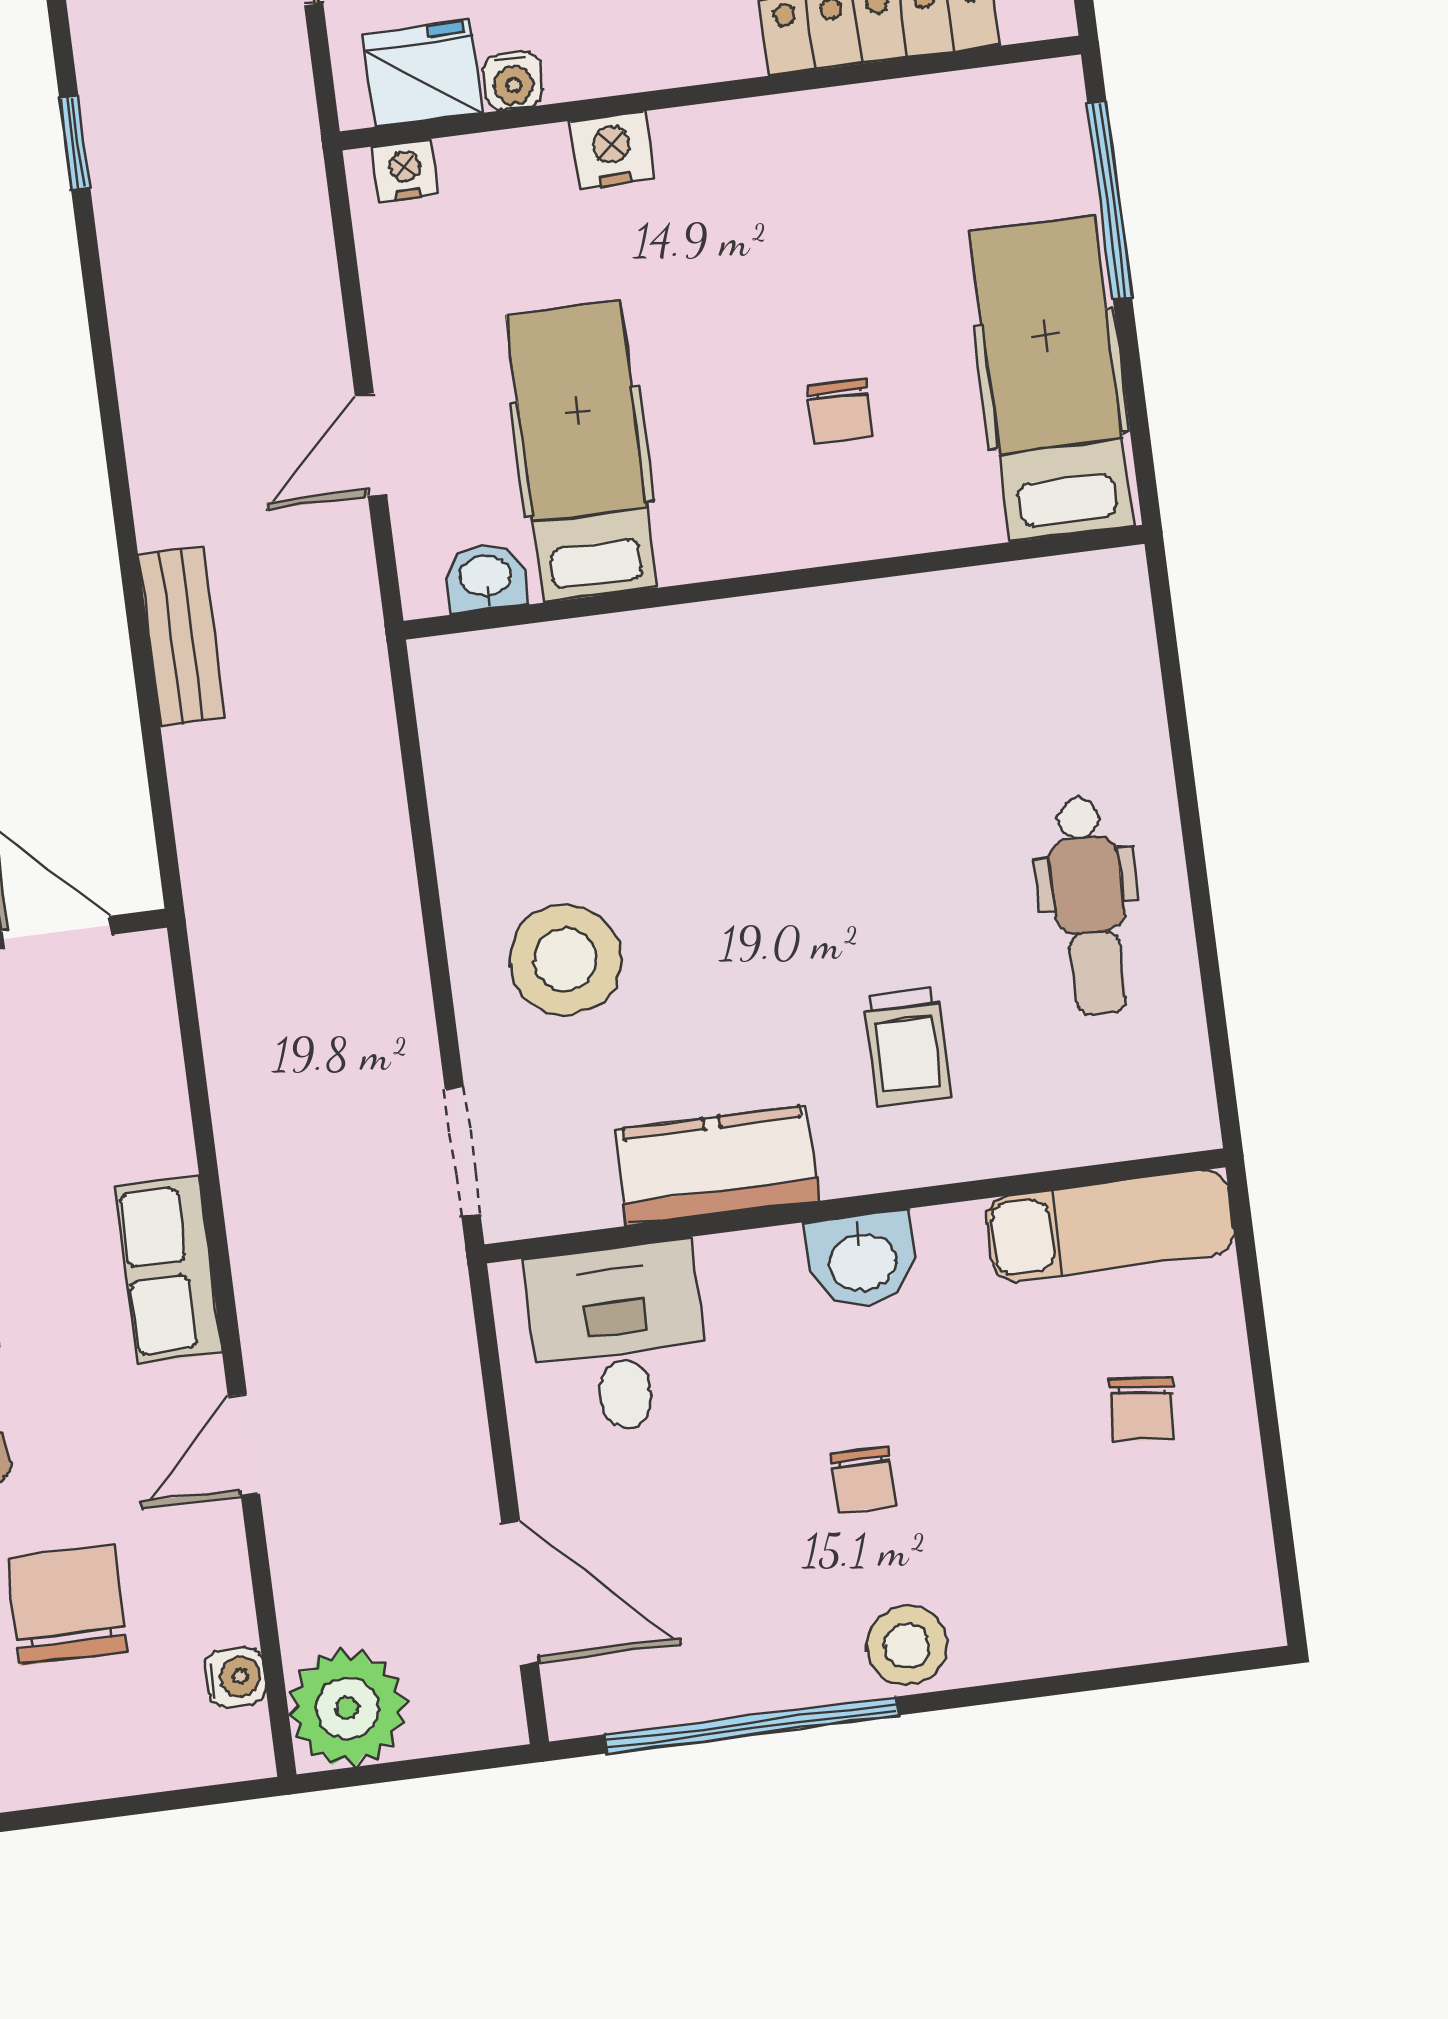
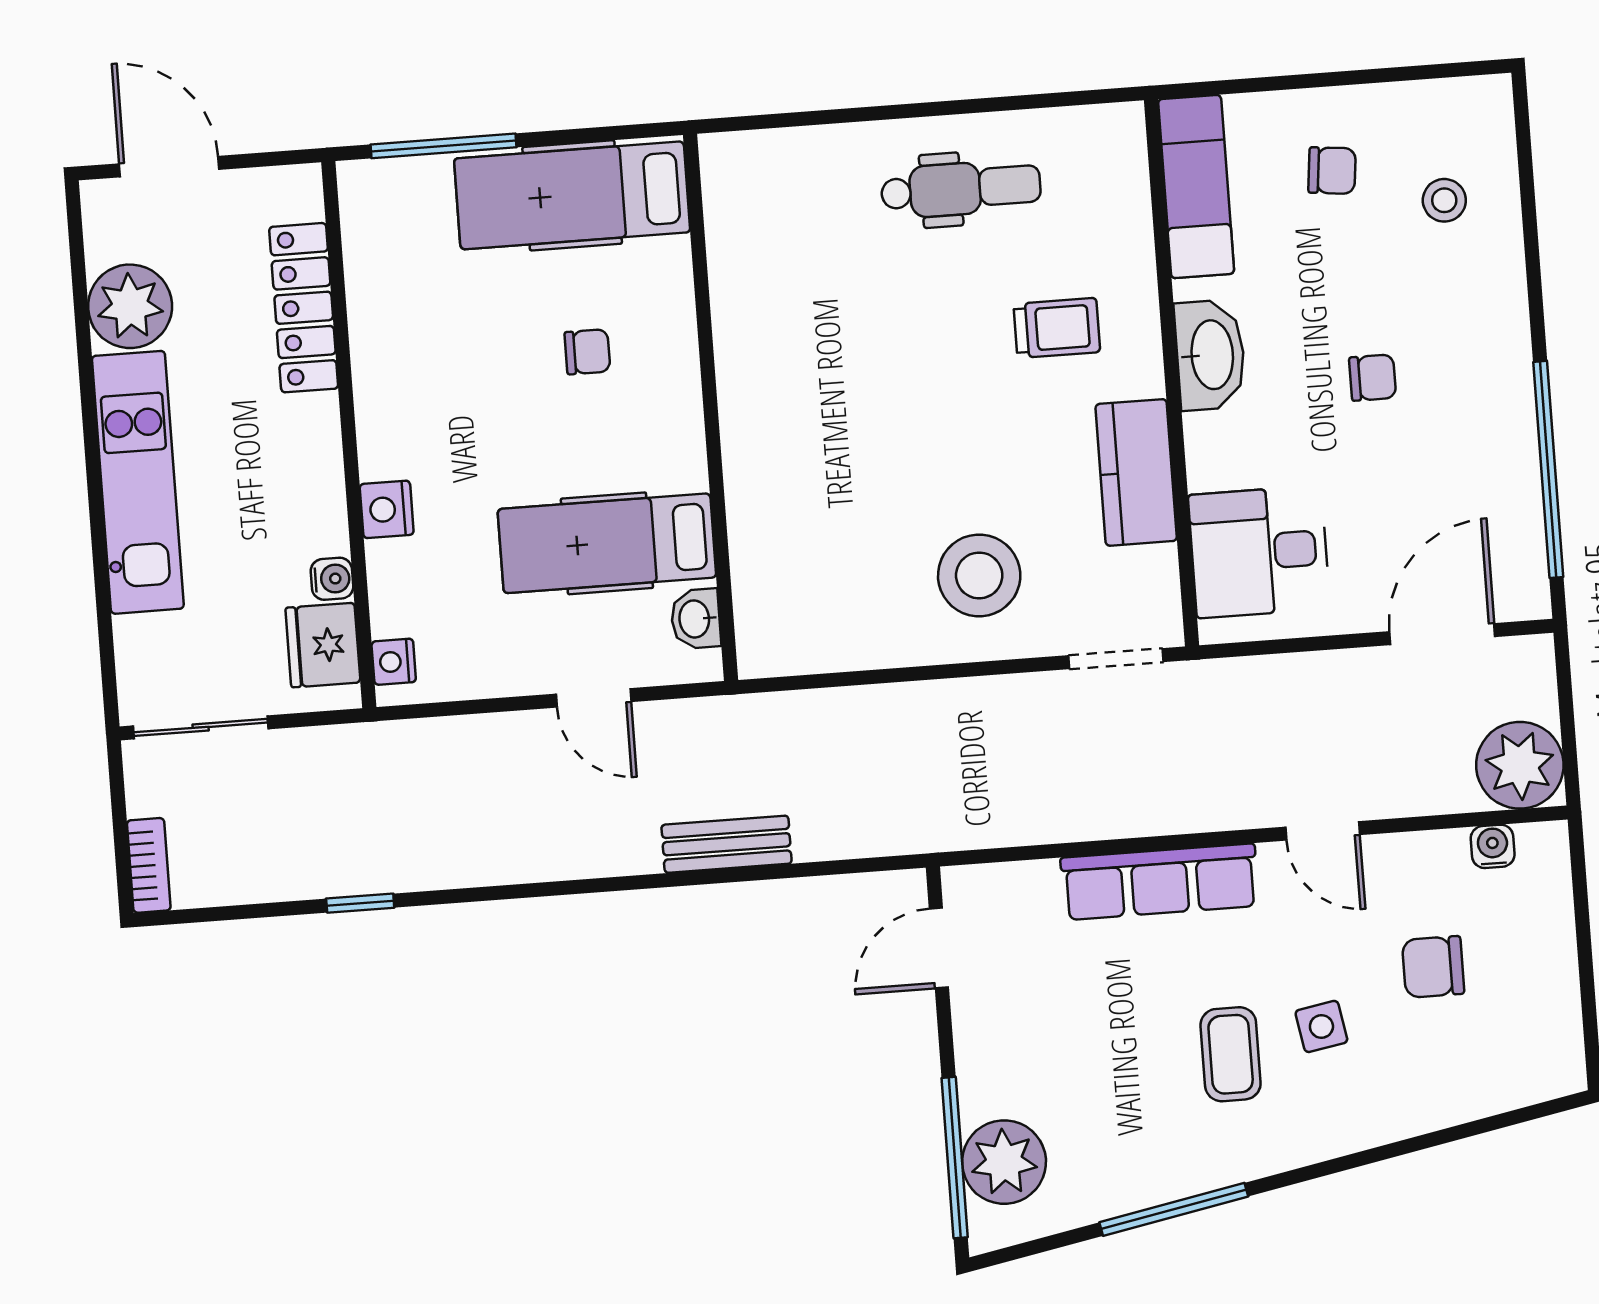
washbasin: (862, 1260) -> (1210, 355), width x1.38
row of seats: (168, 1270) -> (1160, 882), width x1.48
chair: (67, 1605) -> (1433, 967), width x0.73, depth x0.73
stool: (907, 1645) -> (1444, 200), moved, width x0.73, depth x0.73

